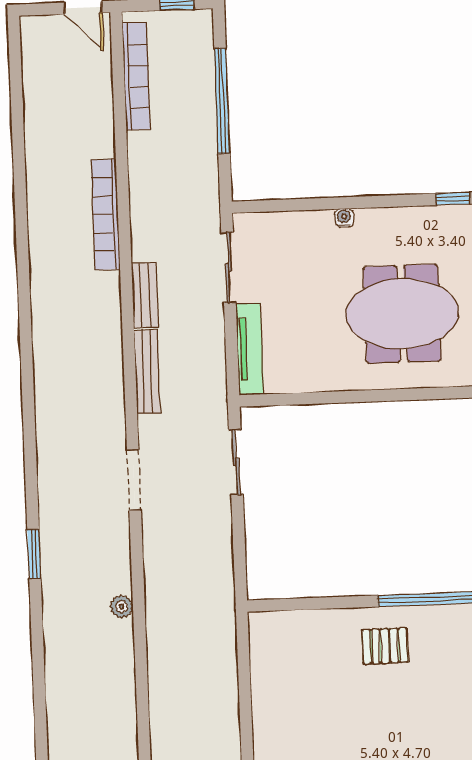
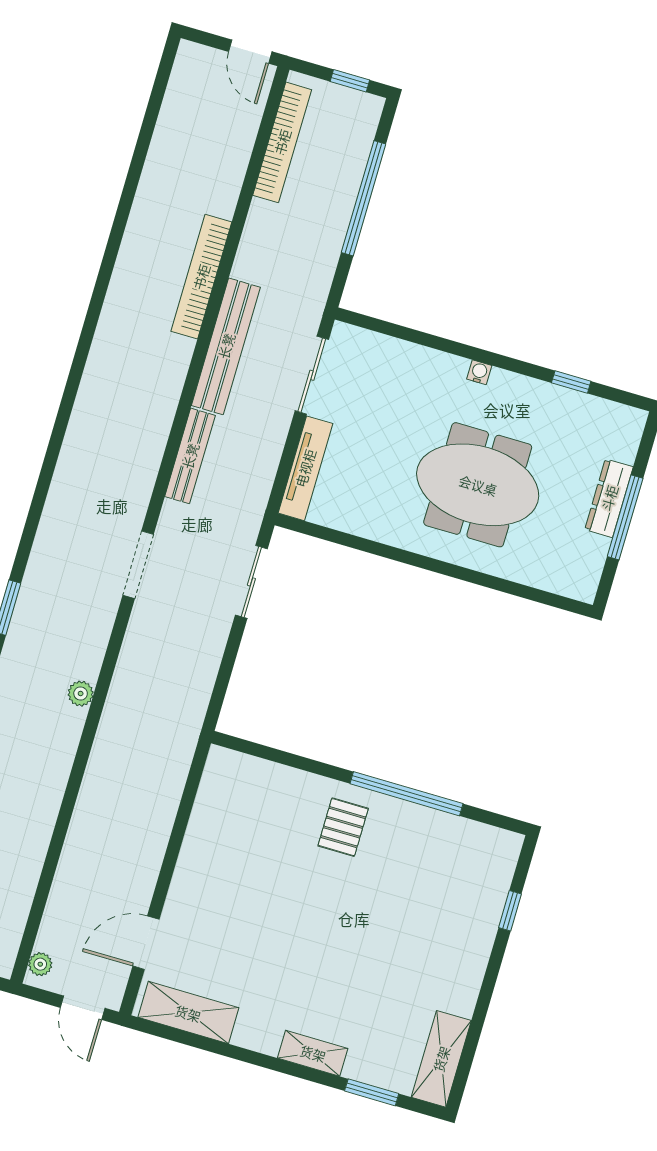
water cooler: (344, 218) -> (479, 372), moved
bench: (145, 295) -> (226, 346), width x1.86, depth x1.21
pallet: (385, 646) -> (343, 827), turned 90

